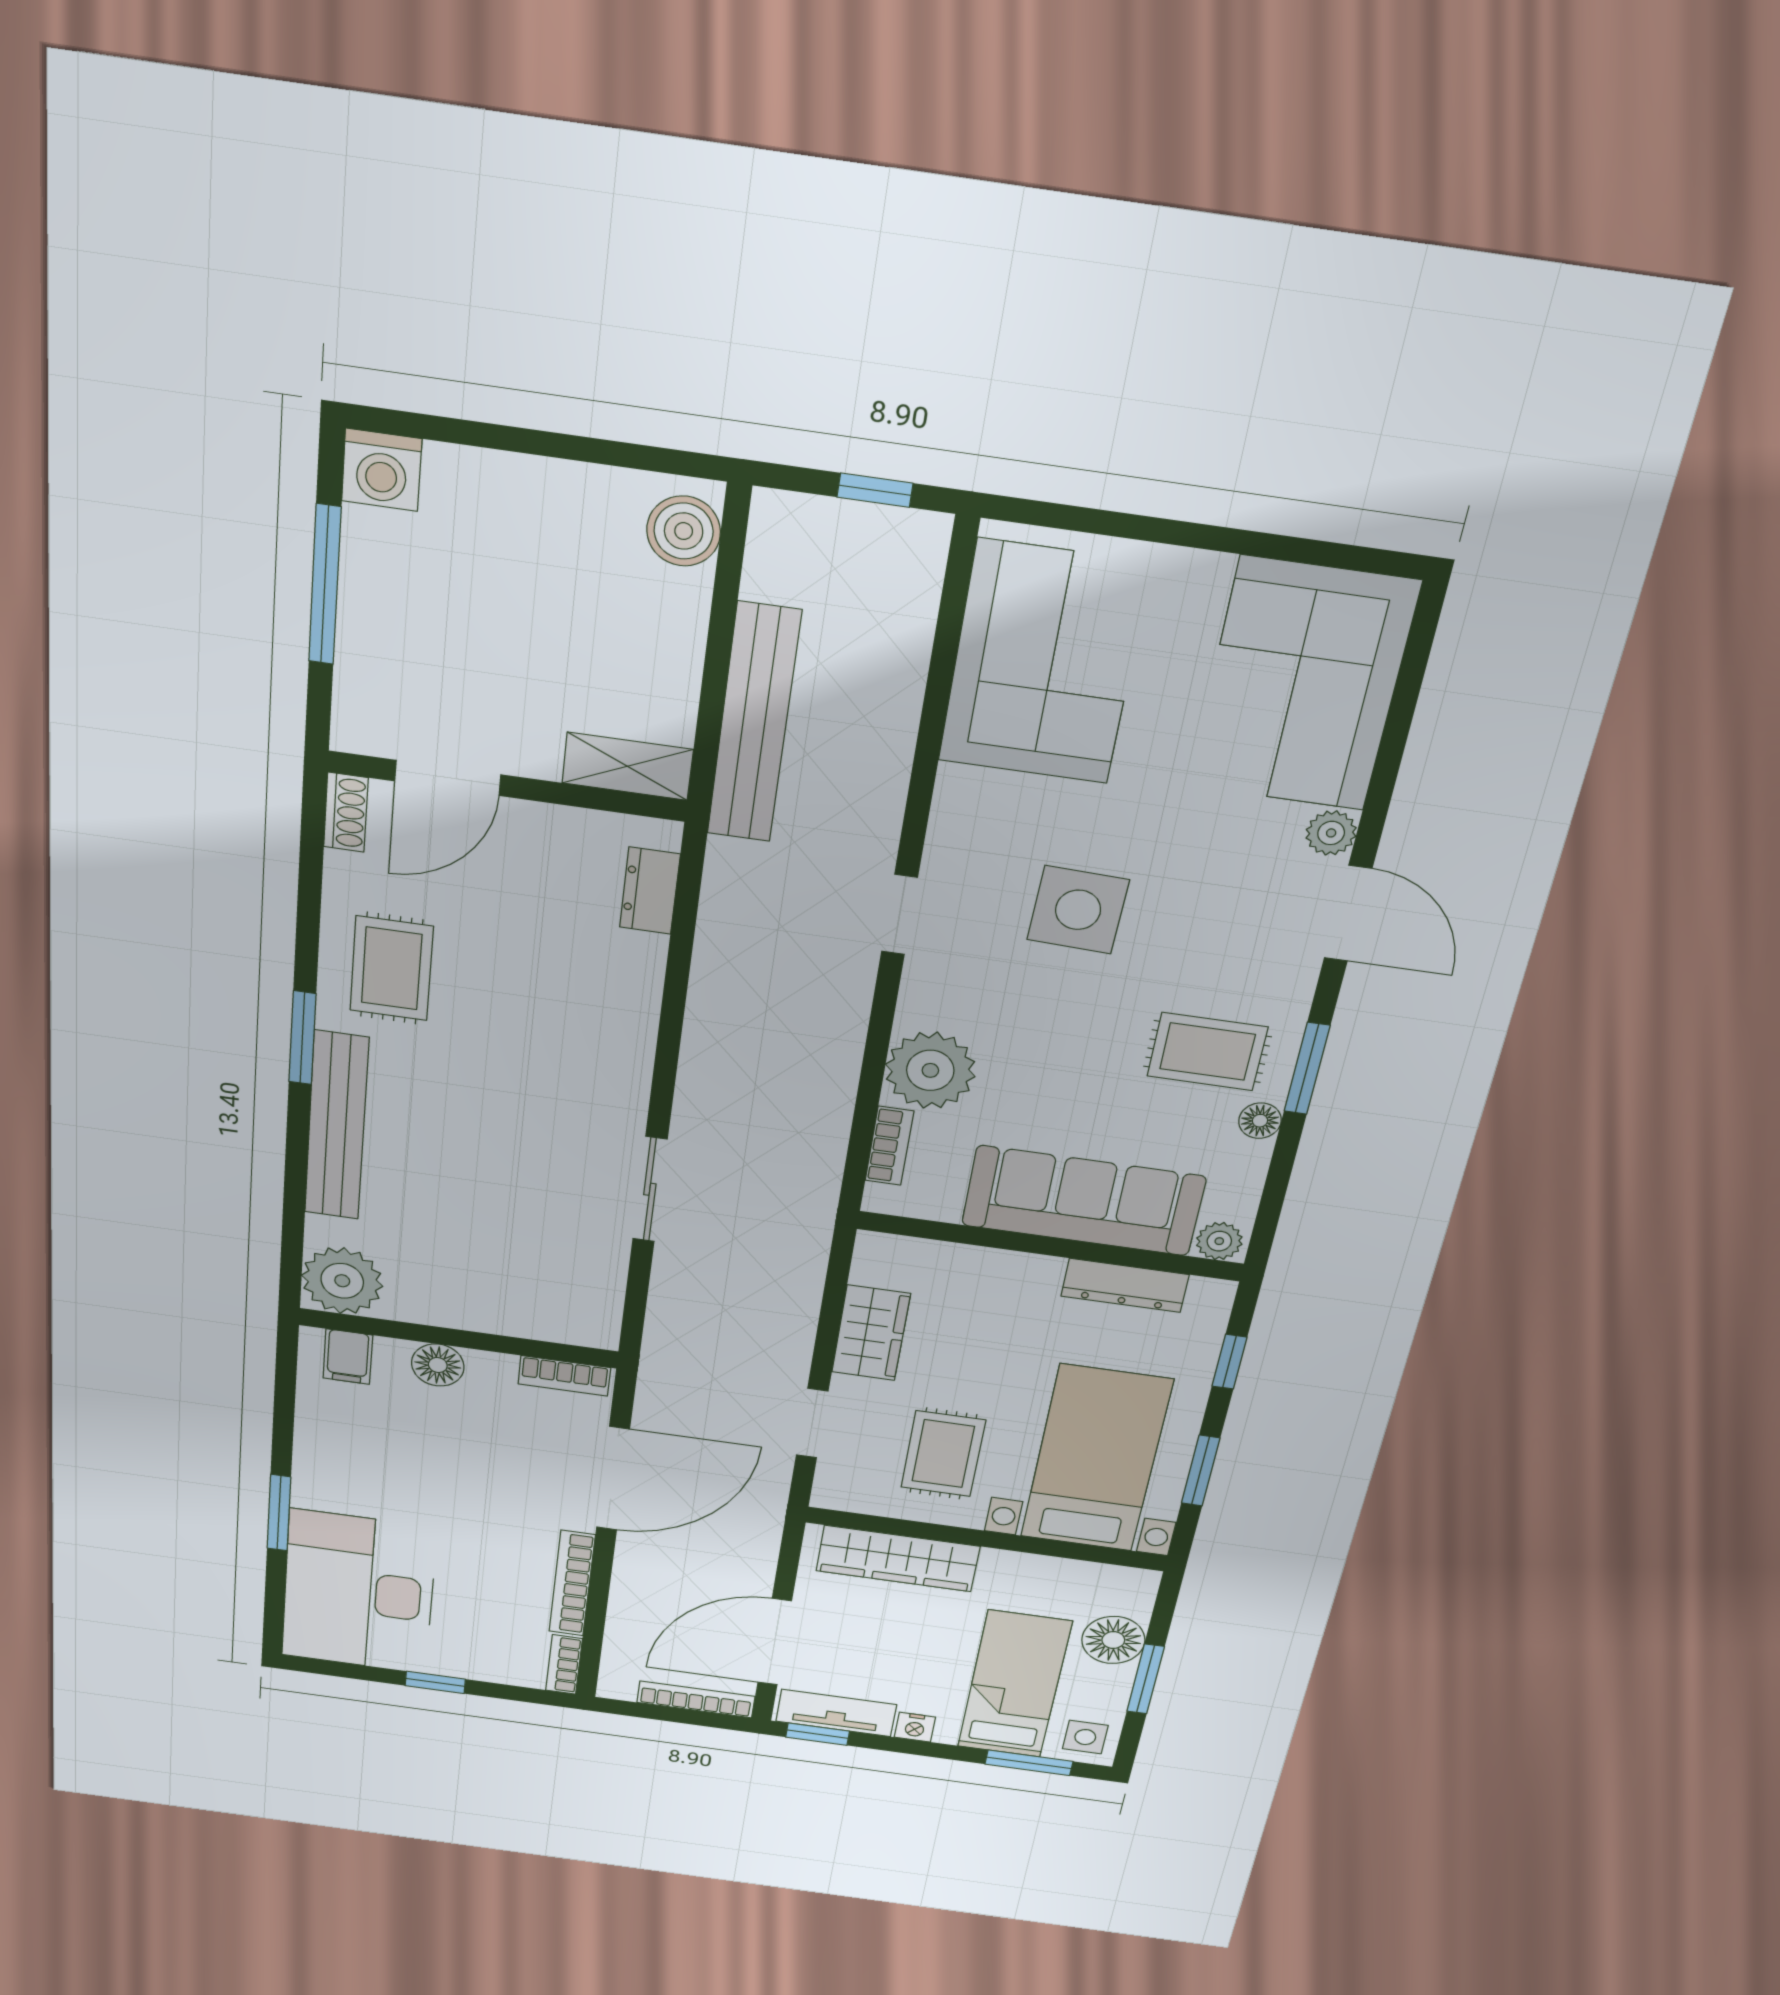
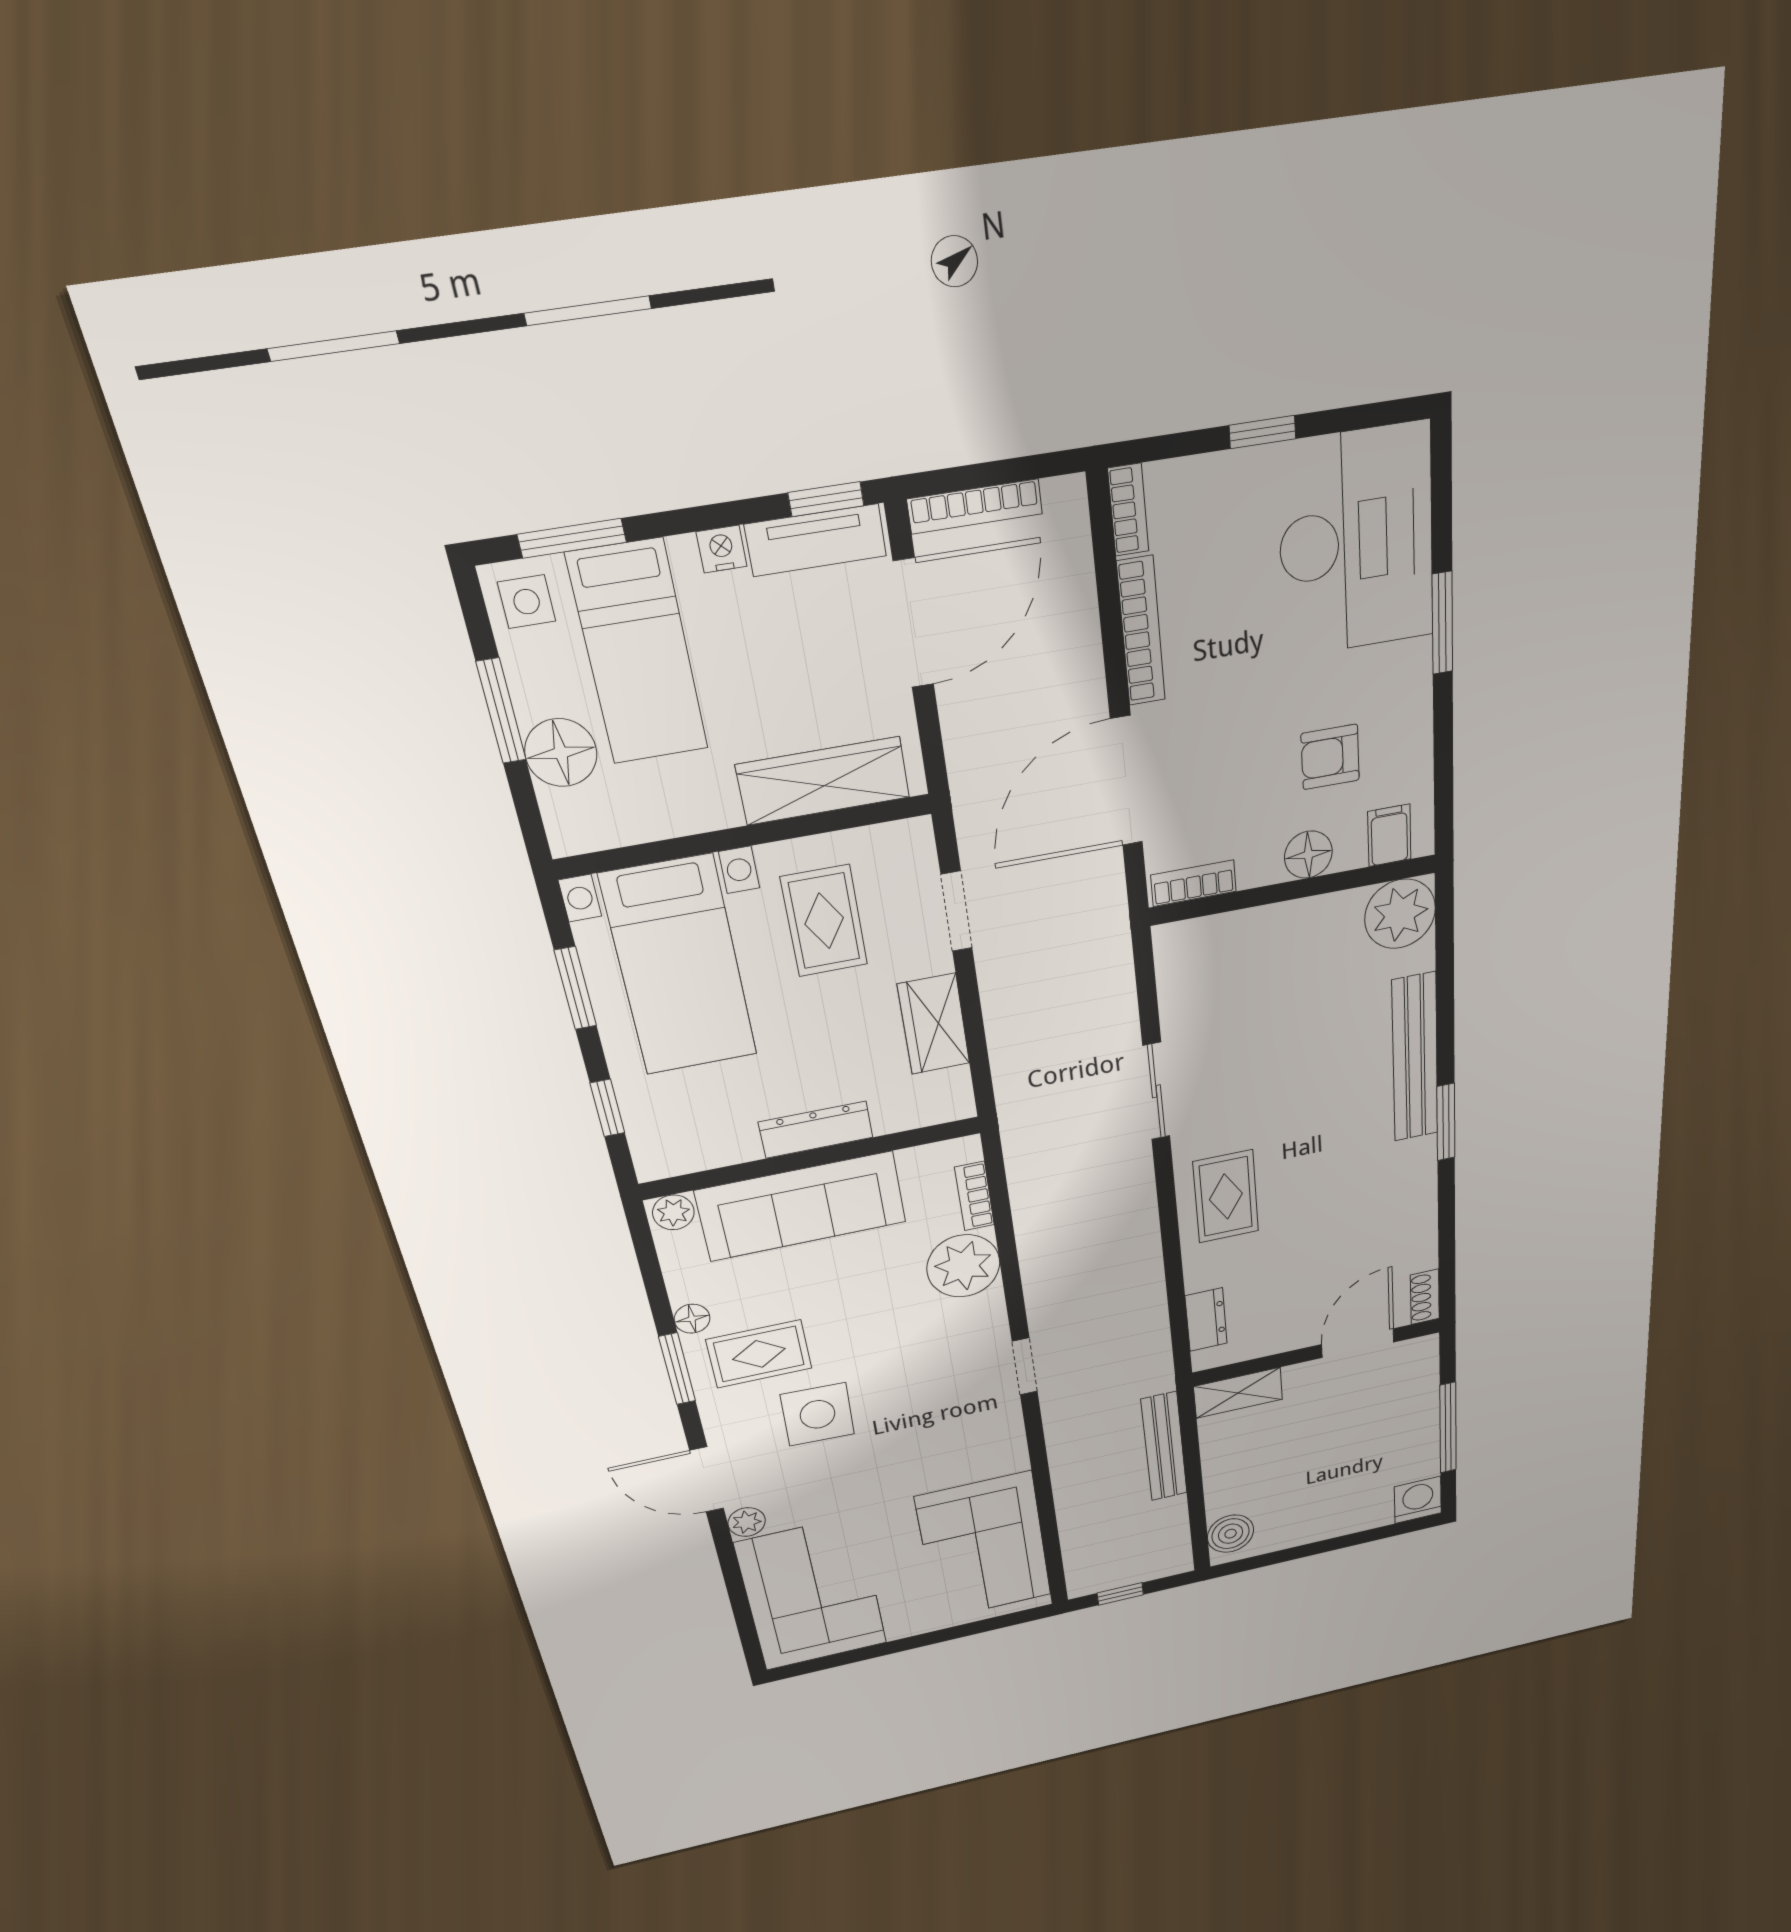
bench: (754, 724) -> (1164, 1447), width x0.73, depth x0.82
side table: (1078, 910) -> (818, 1414), moved
rug: (392, 968) -> (1226, 1197), moved
dresser: (1125, 1285) -> (816, 1130), moved
armchair: (404, 1440) -> (1330, 757), added

